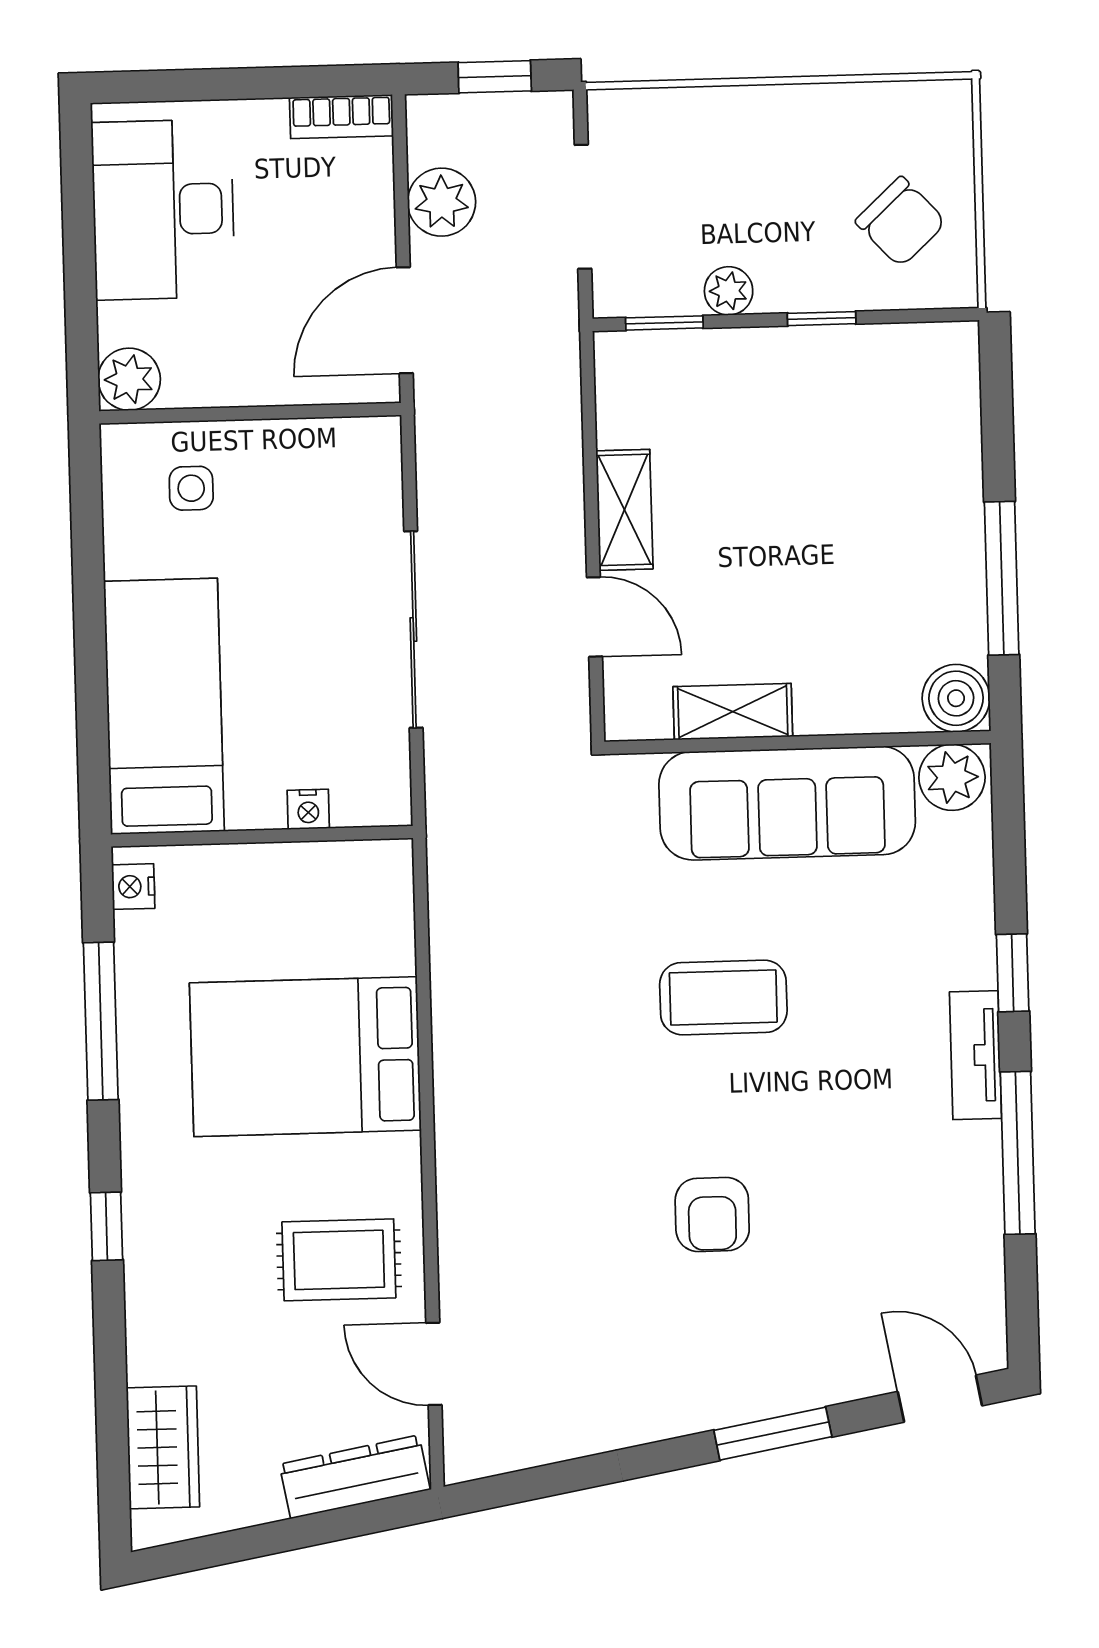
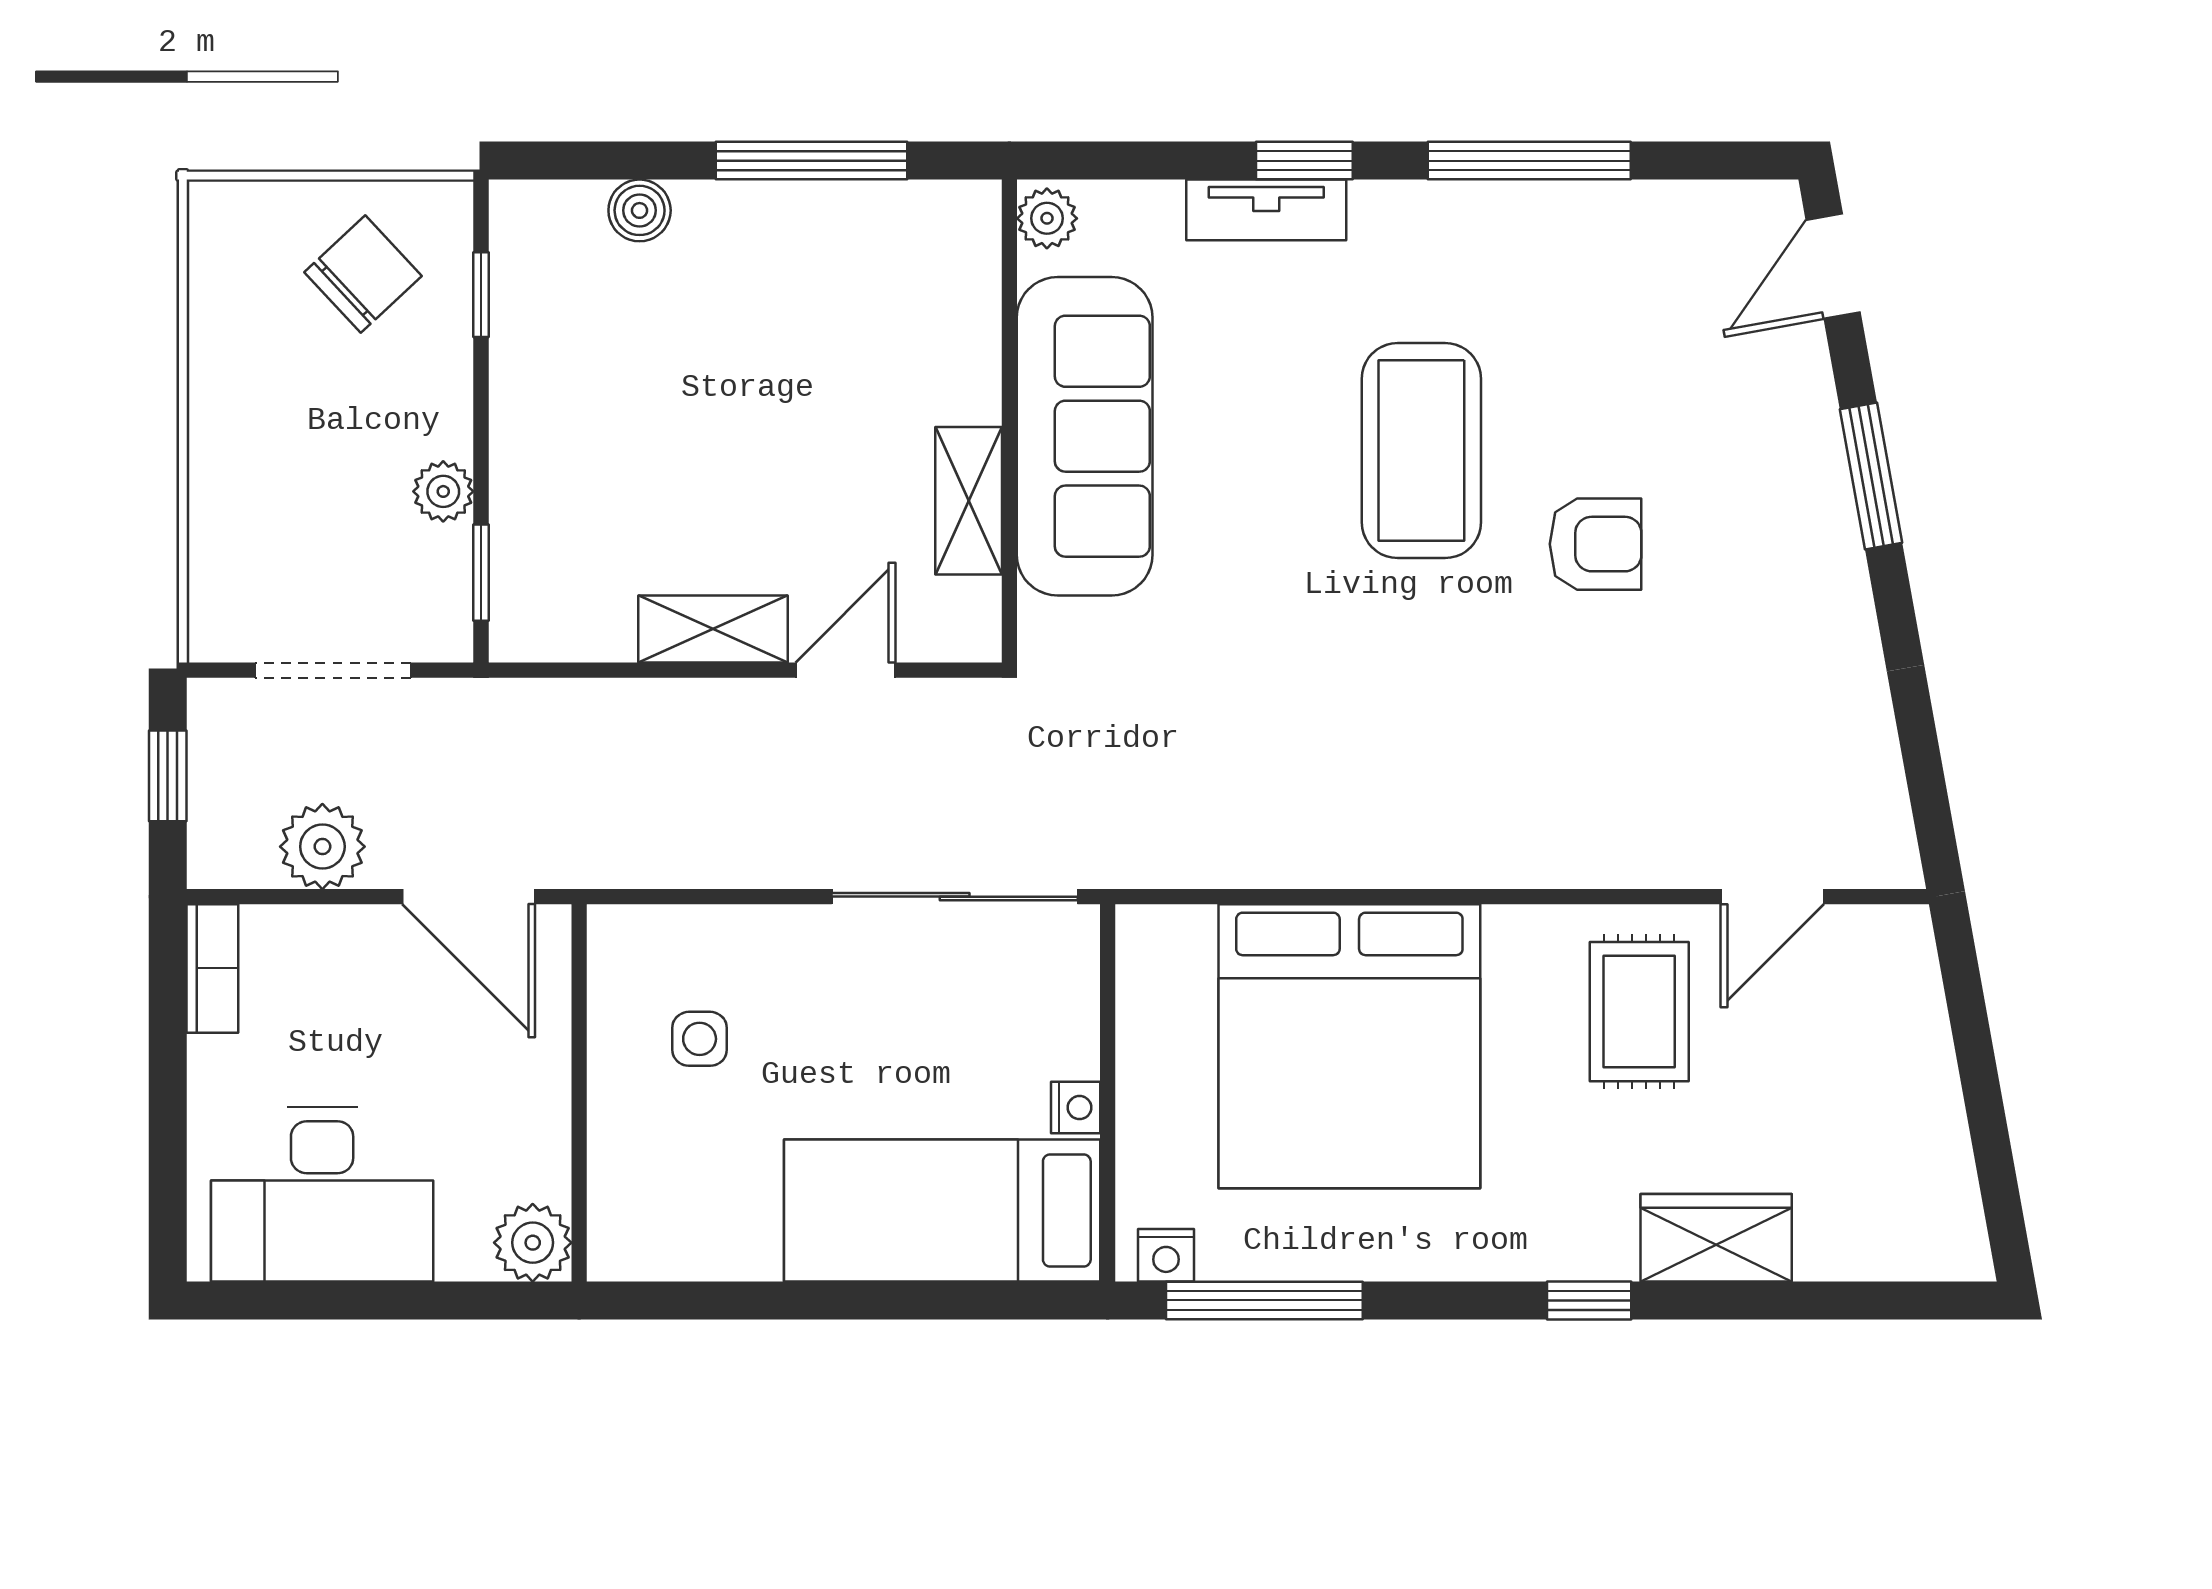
window: (822, 319) -> (481, 295), moved
side table: (191, 488) -> (700, 1039), moved
sliding door: (413, 629) -> (955, 897), moved
boiler: (956, 698) -> (640, 210), moved, width x0.73, depth x0.73
plant: (952, 777) -> (1047, 218), width x0.73, depth x0.73
nightstand: (308, 809) -> (1076, 1108), moved
coffee table: (723, 998) -> (1421, 451), moved, width x1.36, depth x1.32
window: (101, 1021) -> (1264, 1300), moved
tv unit: (975, 1055) -> (1266, 210), moved
bed: (305, 1057) -> (1349, 1046), width x1.36
wardrobe: (163, 1447) -> (1716, 1238), moved
dresser: (355, 1477) -> (1911, 999), removed

